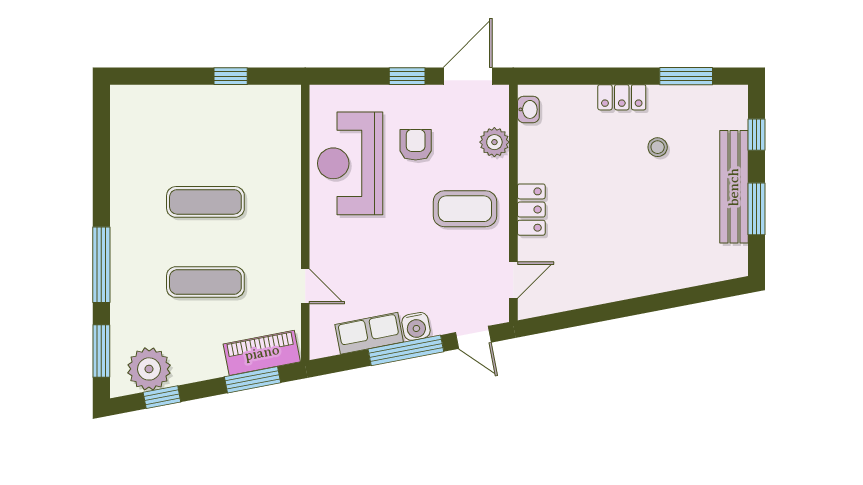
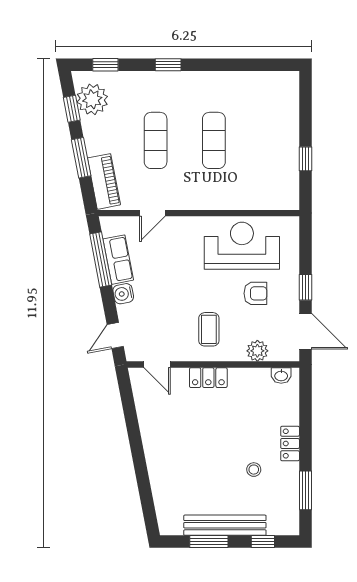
coffee table: (465, 209) -> (209, 329), width x0.73, depth x0.77
window: (101, 265) -> (168, 65), width x0.46
window: (406, 350) -> (101, 259), moved
window: (101, 351) -> (105, 65), width x0.67
window: (253, 380) -> (81, 158), moved

